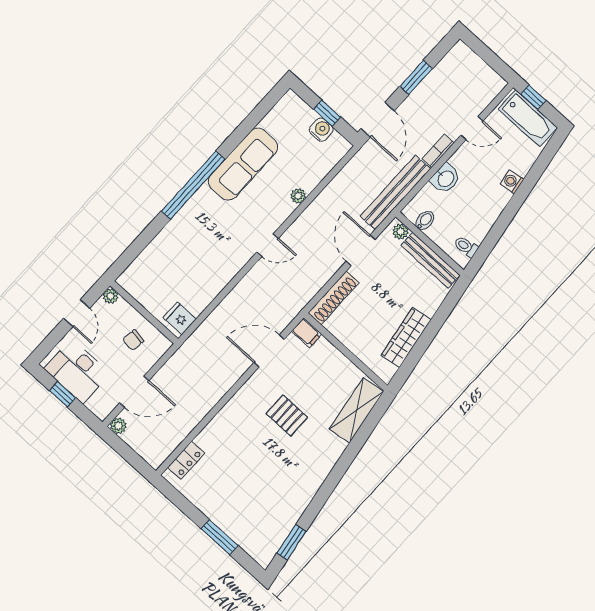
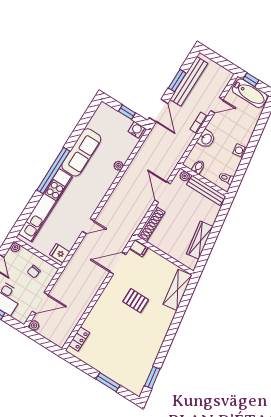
water cooler: (321, 130) -> (136, 130), moved
washing machine: (512, 182) -> (240, 151), moved
bench: (395, 192) -> (189, 81), moved
kitchen unit: (171, 238) -> (45, 205), added
door: (268, 245) -> (88, 226), moved

